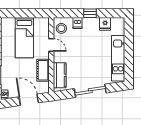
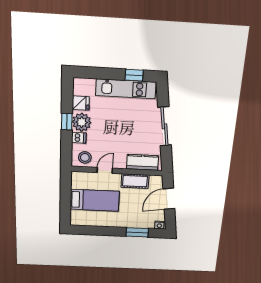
plant: (90, 25) -> (82, 122), added
window: (129, 64) -> (134, 75), added

